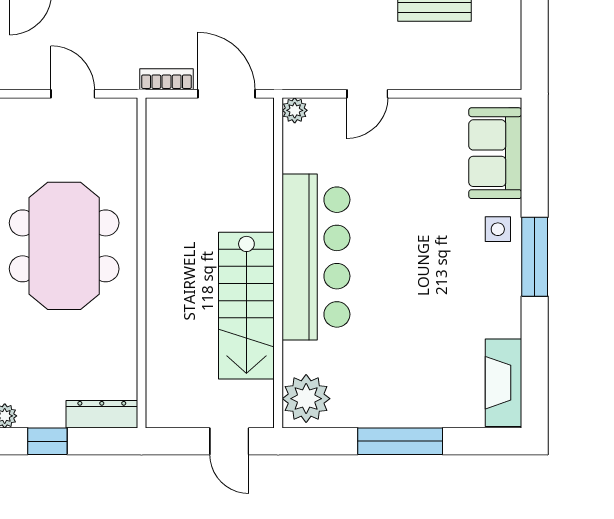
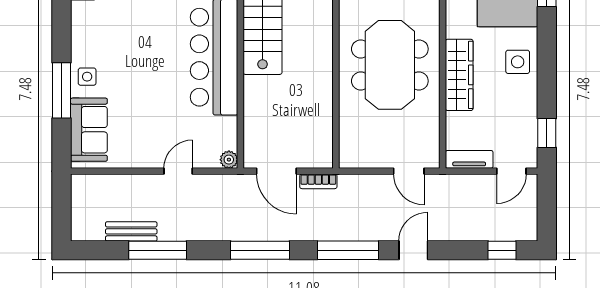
door: (73, 94) -> (409, 171), moved
window: (535, 257) -> (61, 90), moved

